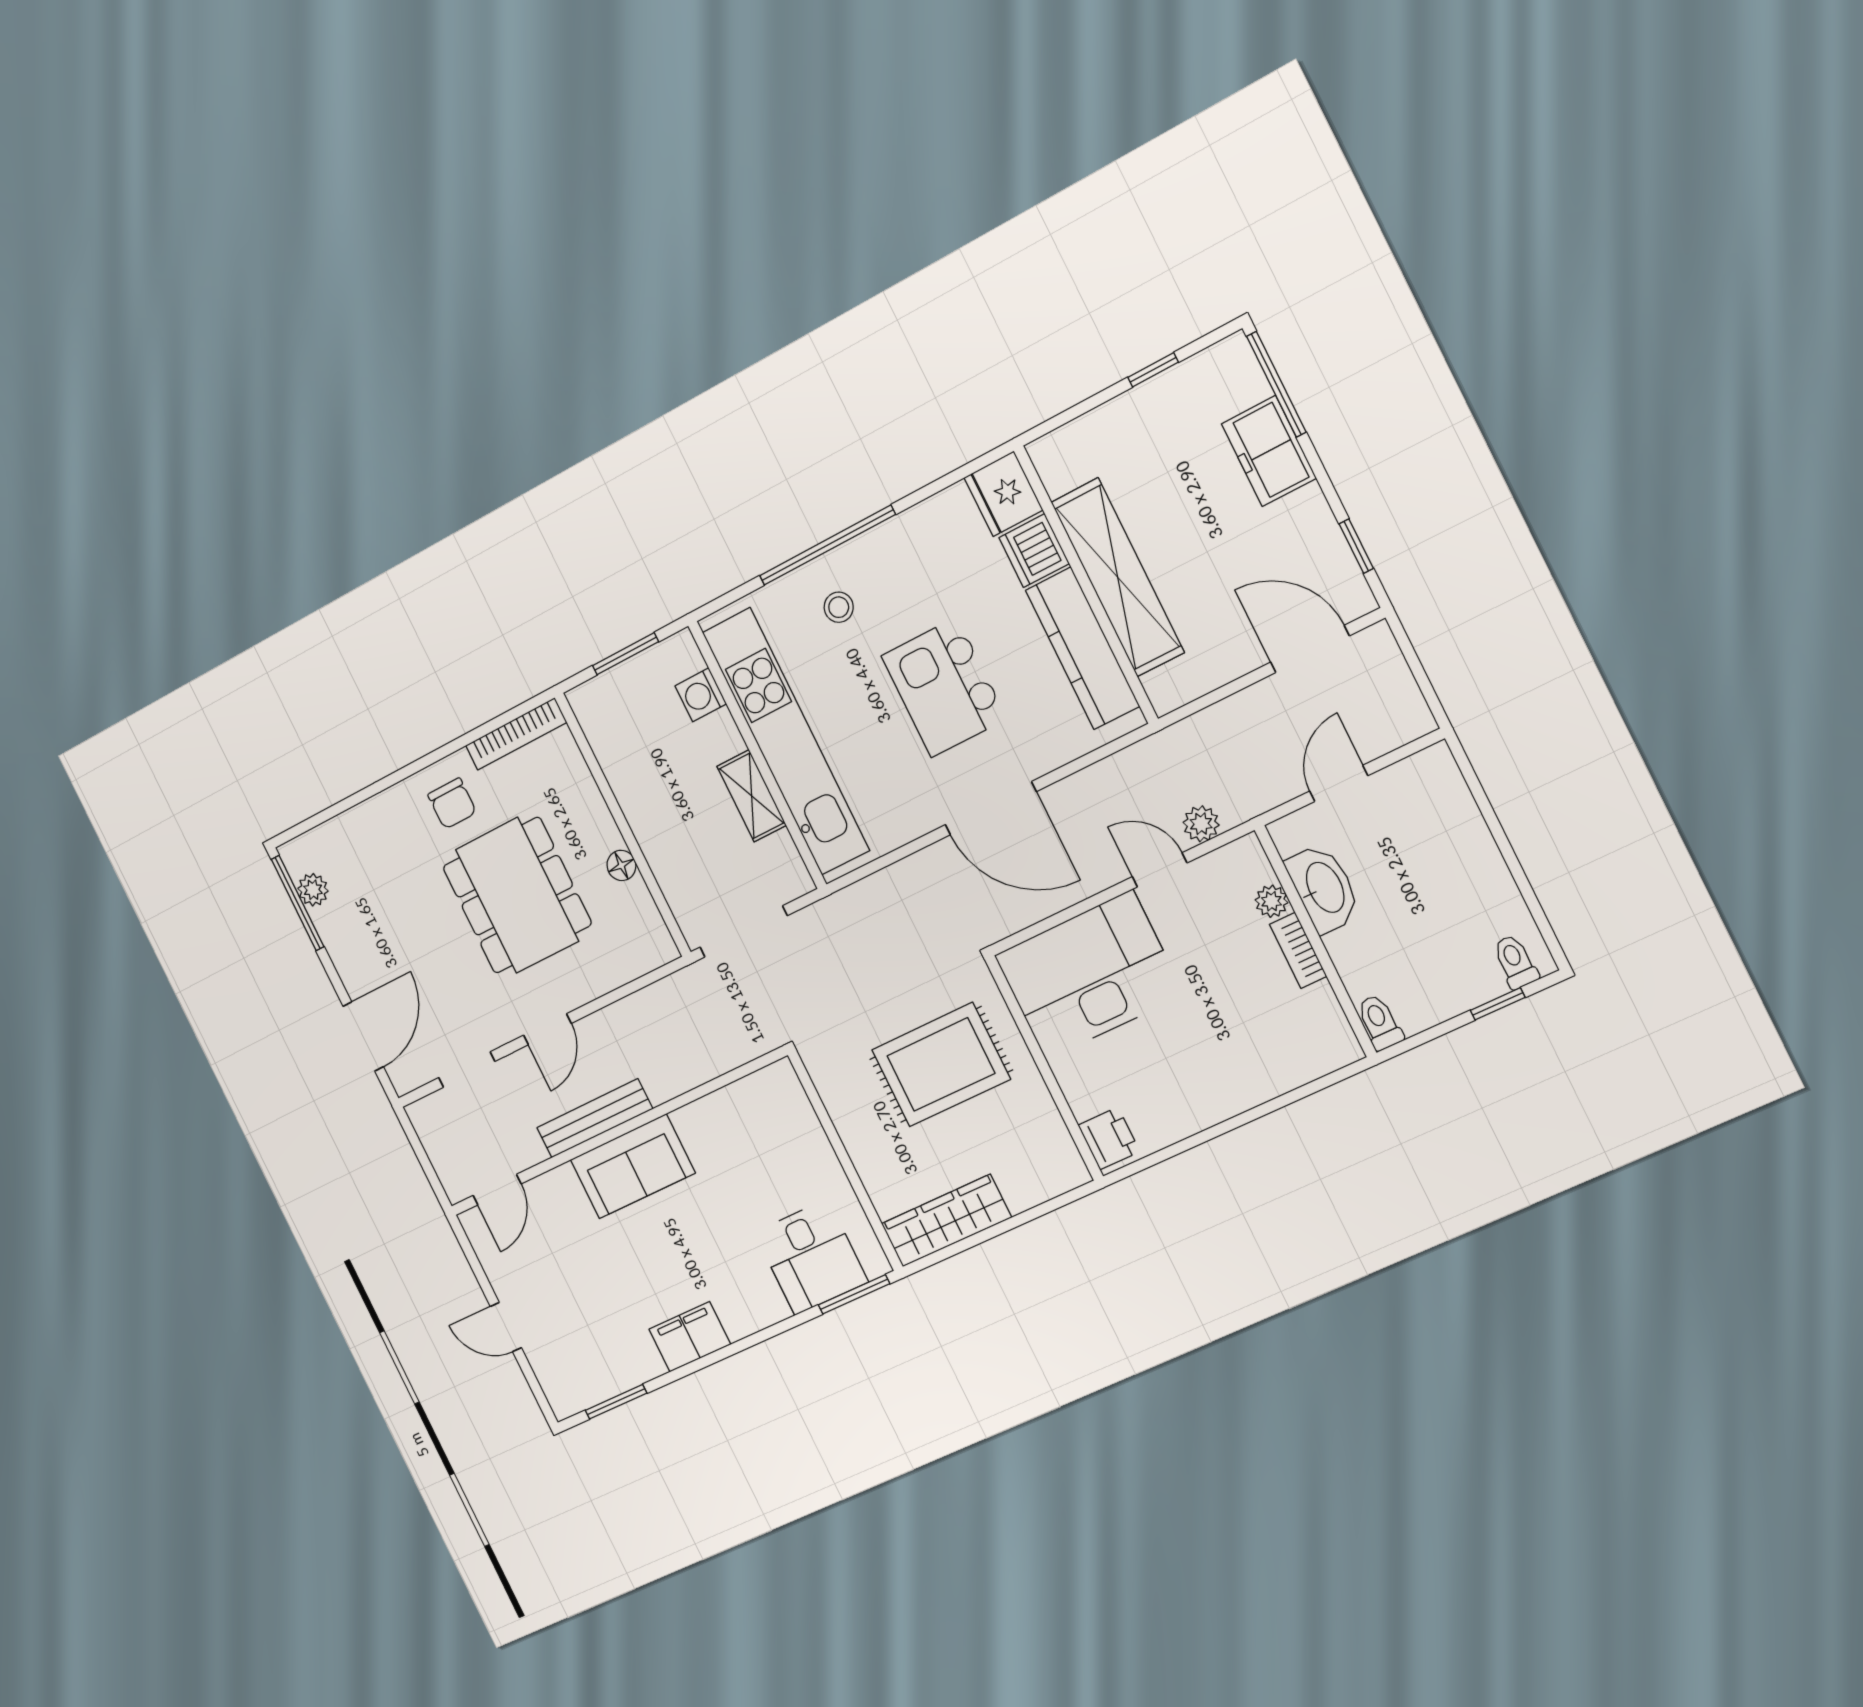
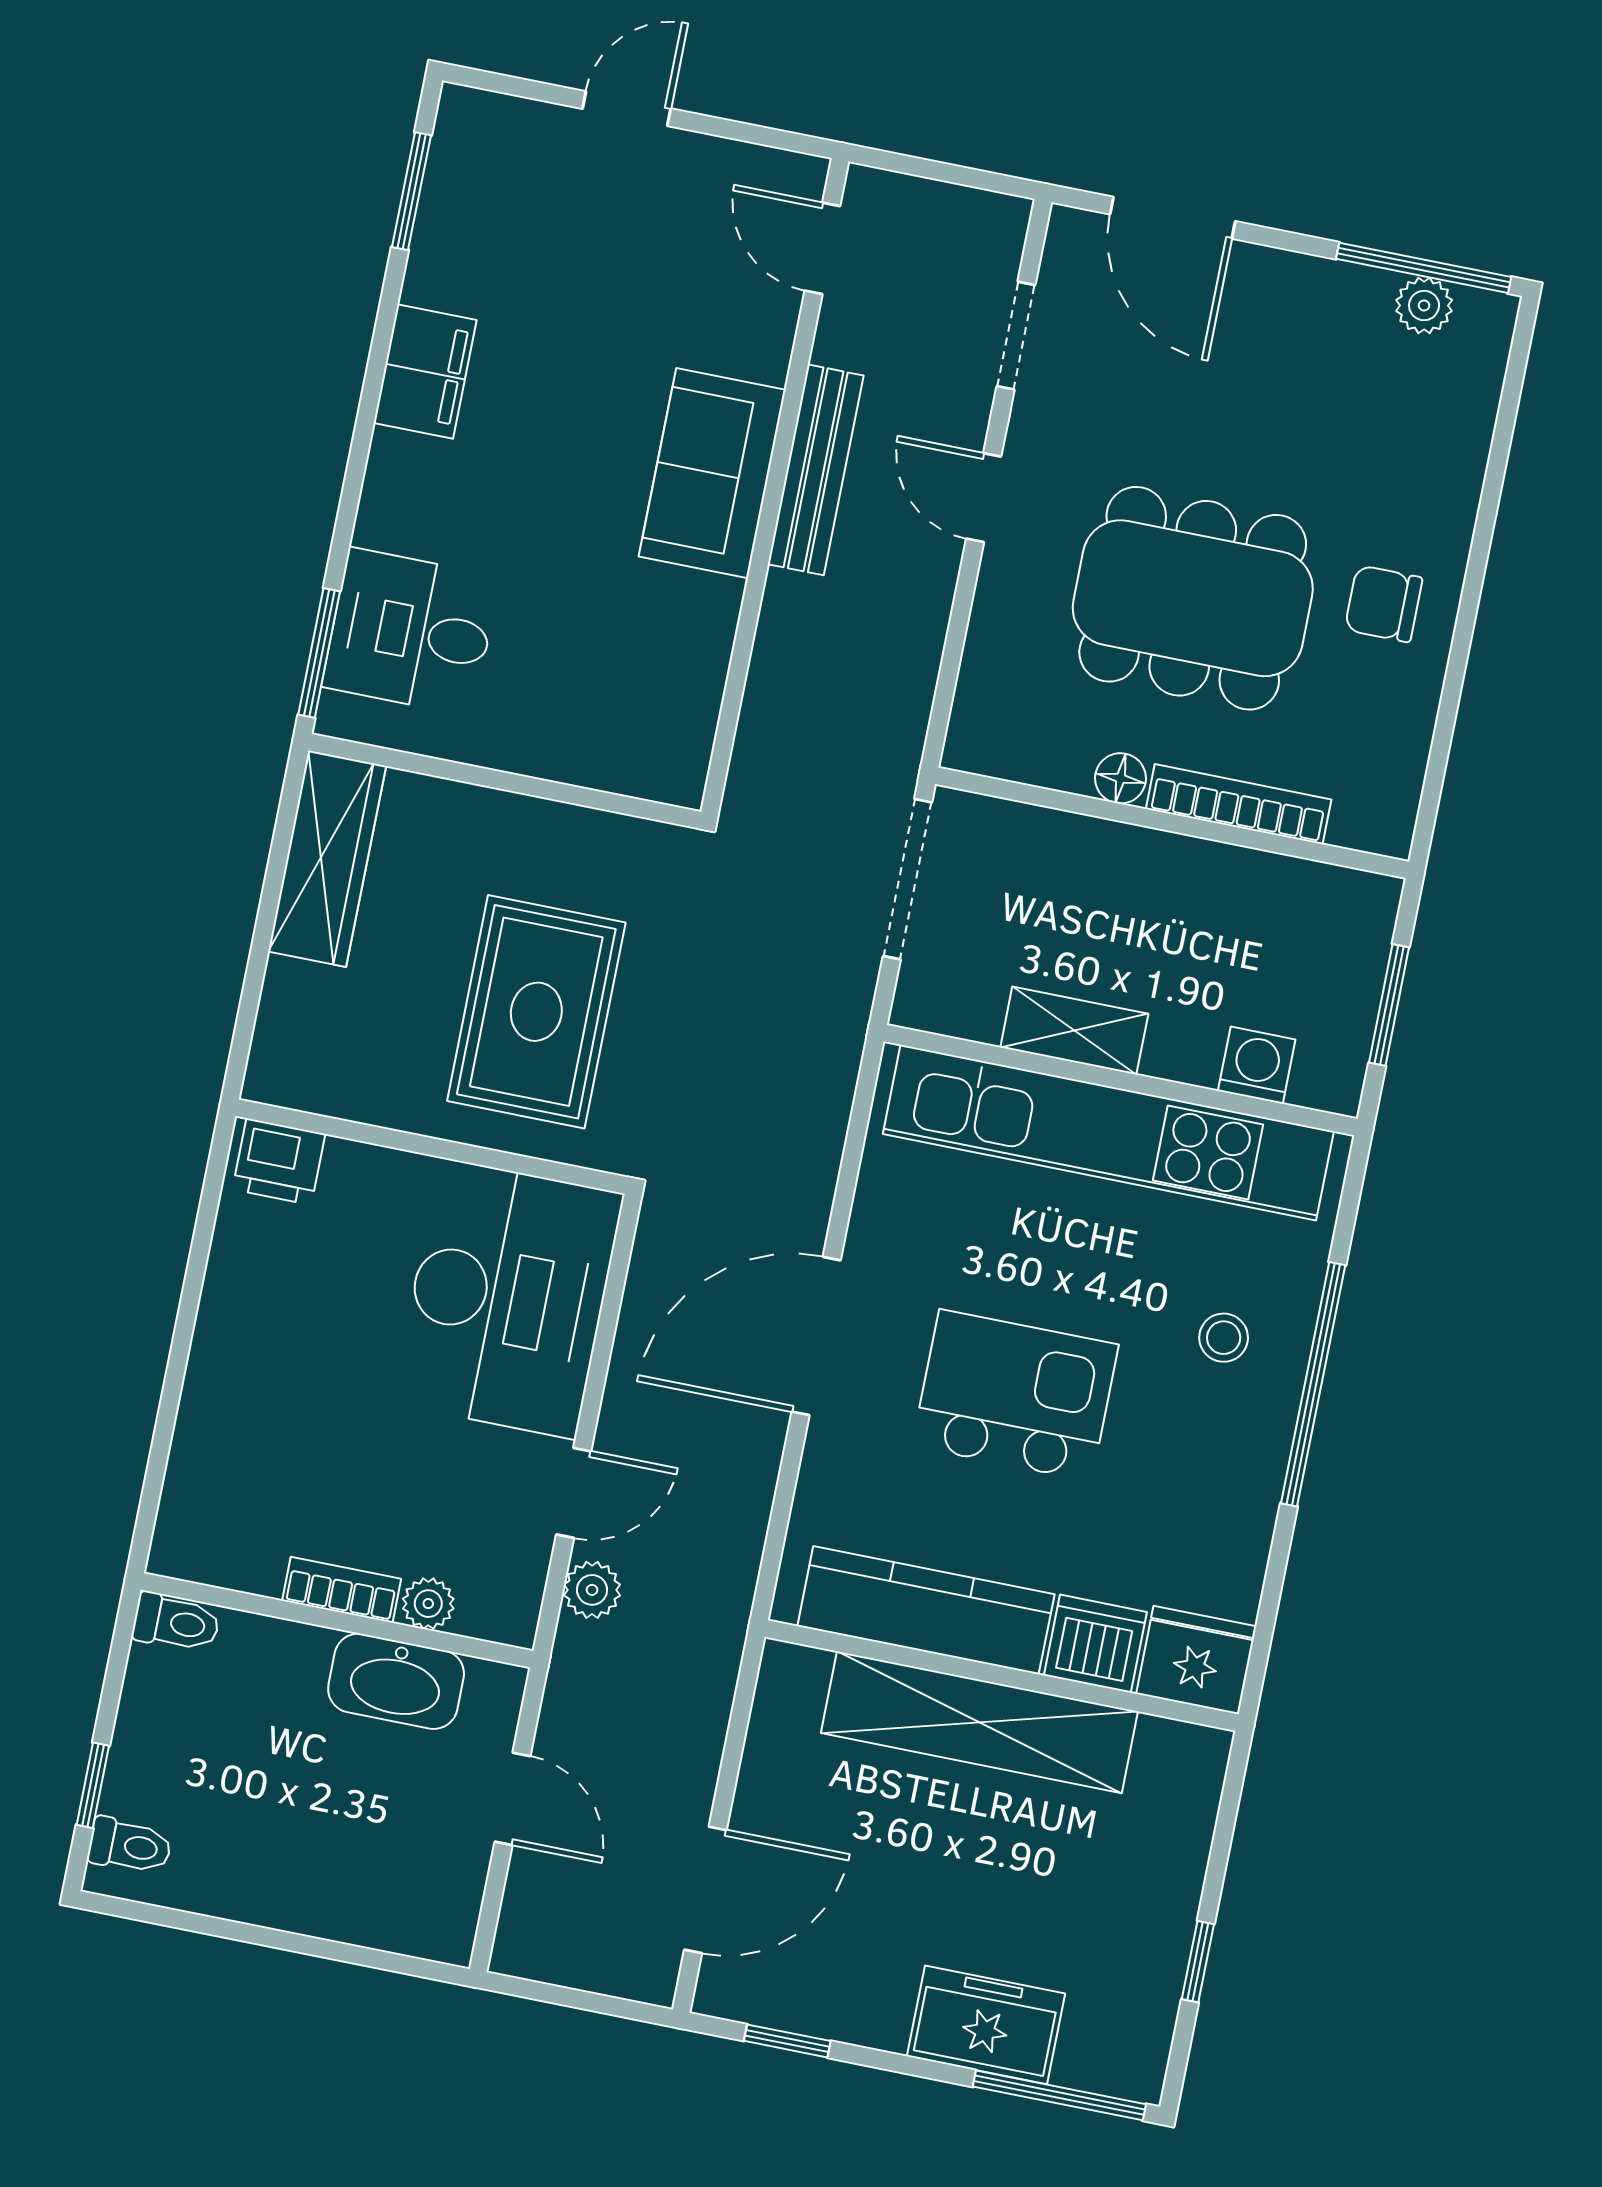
bookcase: (516, 734) -> (1239, 804), moved, turned 90

